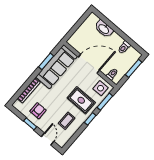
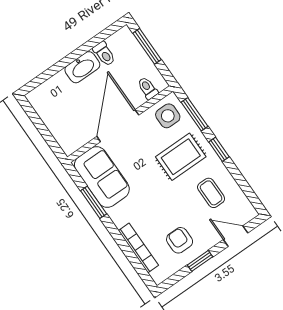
washbasin: (104, 29) -> (82, 67), moved
sofa: (57, 67) -> (102, 177), width x0.73

